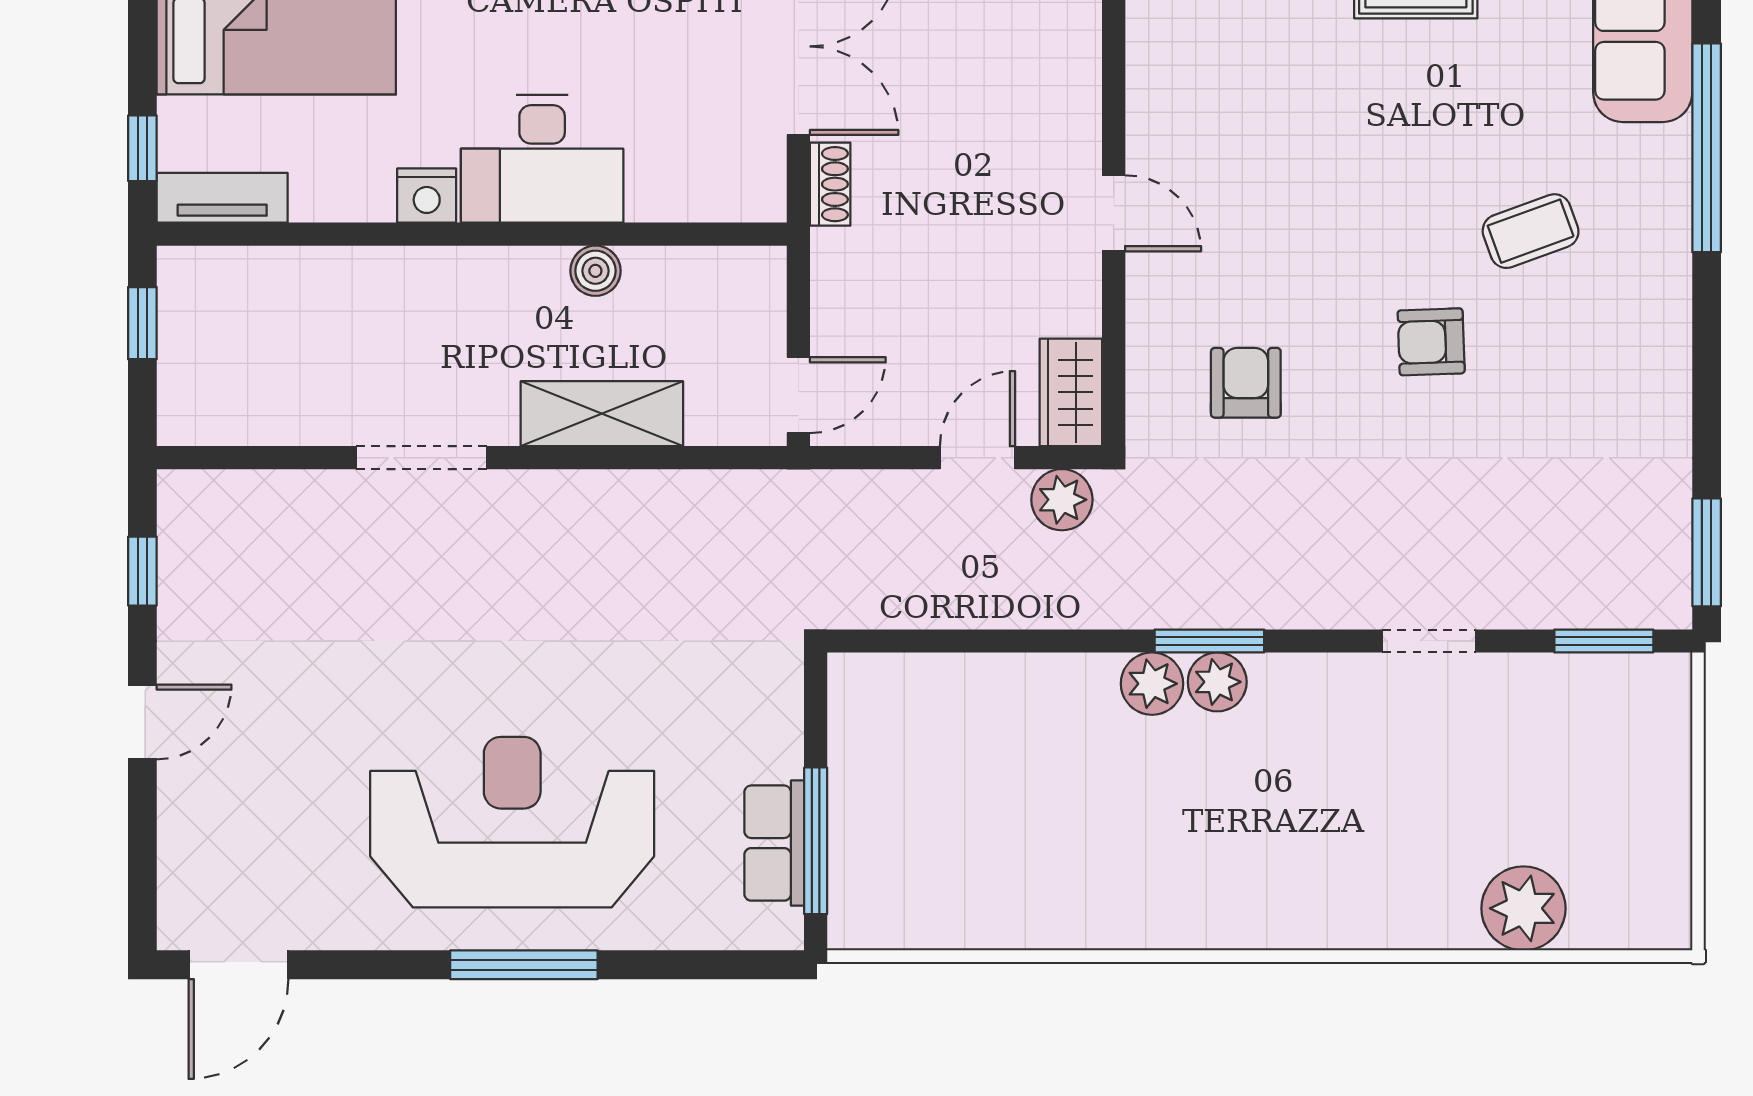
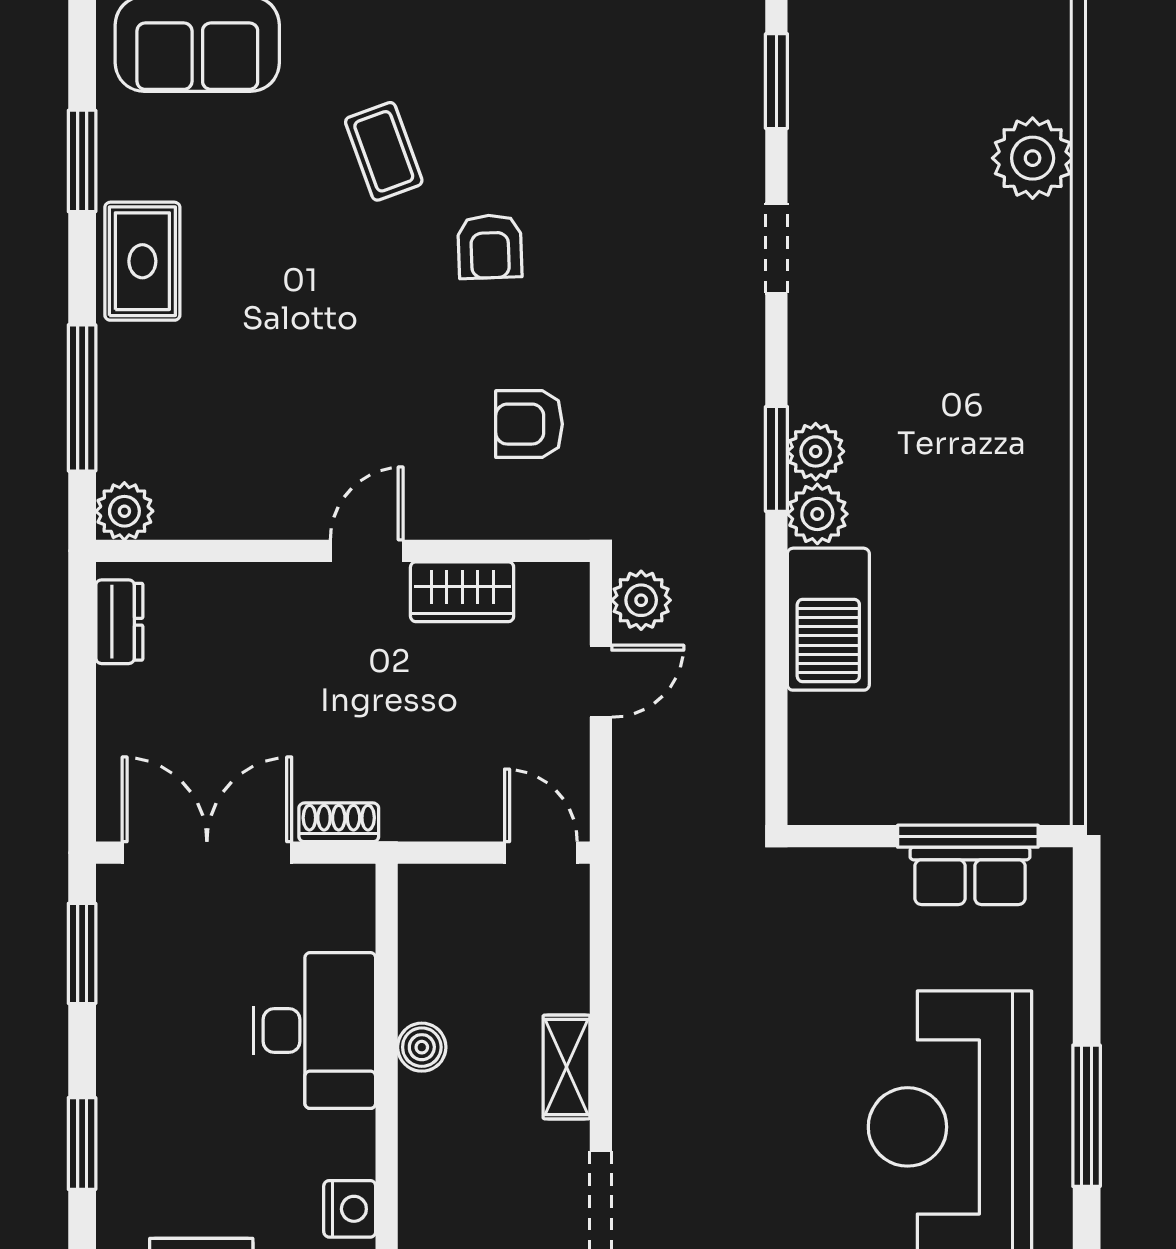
desk: (542, 159) -> (315, 1031), moved
wardrobe: (1071, 392) -> (462, 592), moved
shelving: (602, 414) -> (566, 1067), width x0.67, depth x0.75
door: (977, 458) -> (601, 681), swing flipped
barbecue: (1042, 695) -> (828, 619), added

